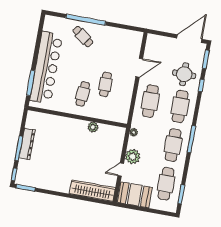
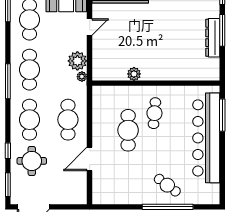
cafe table: (105, 84) -> (128, 130), width x1.37, depth x1.35
plant: (133, 157) -> (77, 61), moved

